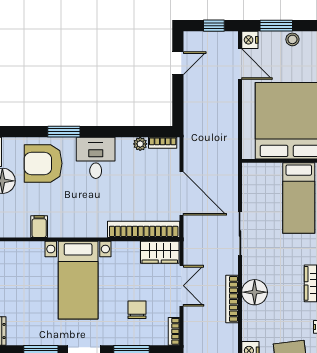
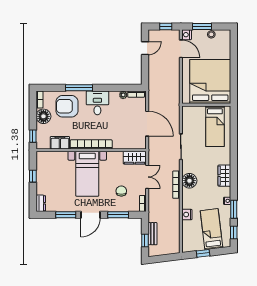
window: (64, 132) -> (79, 88), width x1.44
filing cabinet: (39, 227) -> (60, 143), width x2.00
bookcase: (144, 229) -> (91, 144), moved

